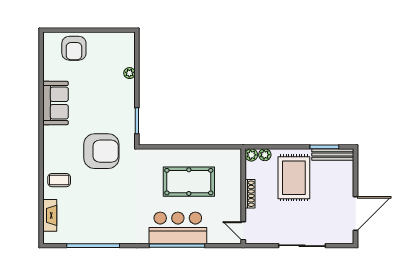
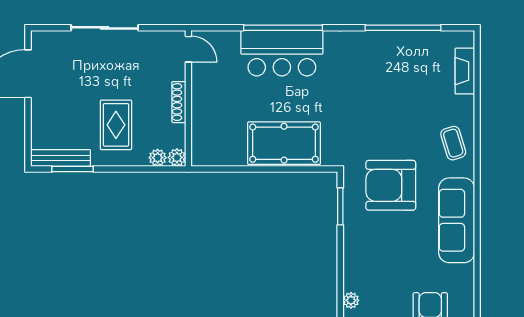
plant: (129, 73) -> (351, 300), moved
sofa: (56, 103) -> (457, 220), width x1.36
armchair: (101, 151) -> (391, 185), moved
rug: (294, 178) -> (116, 125), width x0.73, depth x0.70
coffee table: (59, 180) -> (453, 143), moved, turned 73
pool table: (189, 182) -> (284, 143), moved

